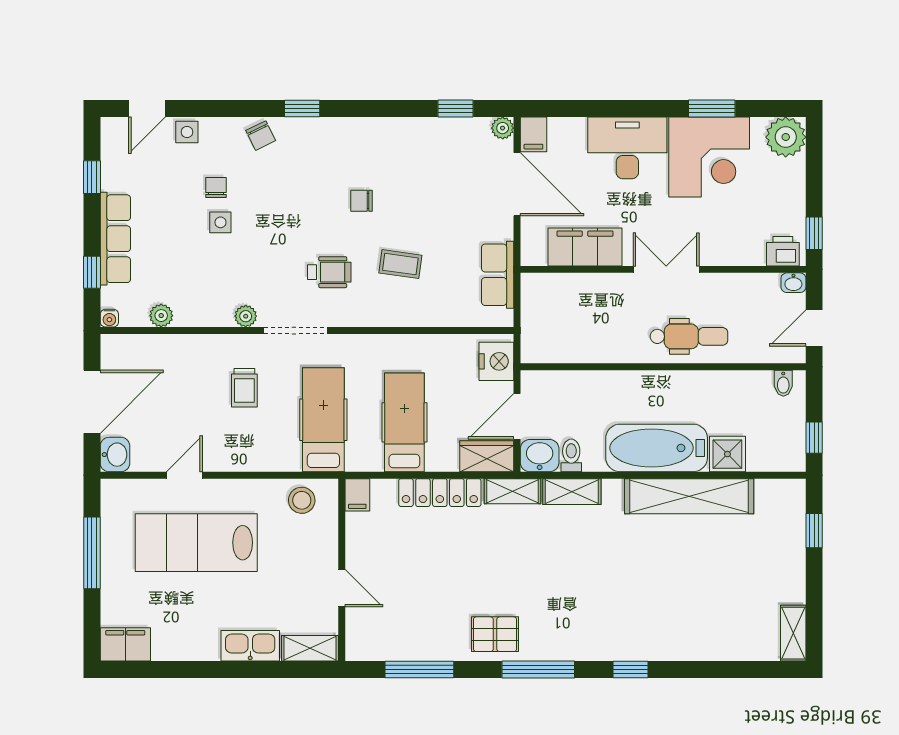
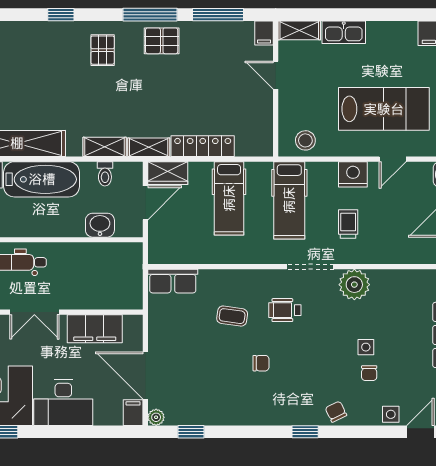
row of seats: (498, 275) -> (173, 281), moved, turned 90
plant: (161, 316) -> (410, 278), removed
plant: (246, 316) -> (354, 285), width x1.88, depth x1.88
nightstand: (496, 361) -> (353, 174), moved, turned 90
washbasin: (540, 456) -> (100, 225), moved, turned 180
filing cabinet: (357, 495) -> (264, 33), moved, turned 180
pallet: (574, 622) -> (103, 50), added
window: (538, 669) -> (150, 15), moved

